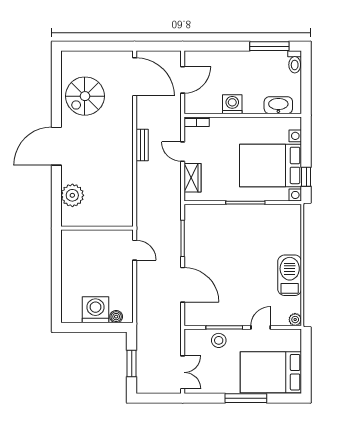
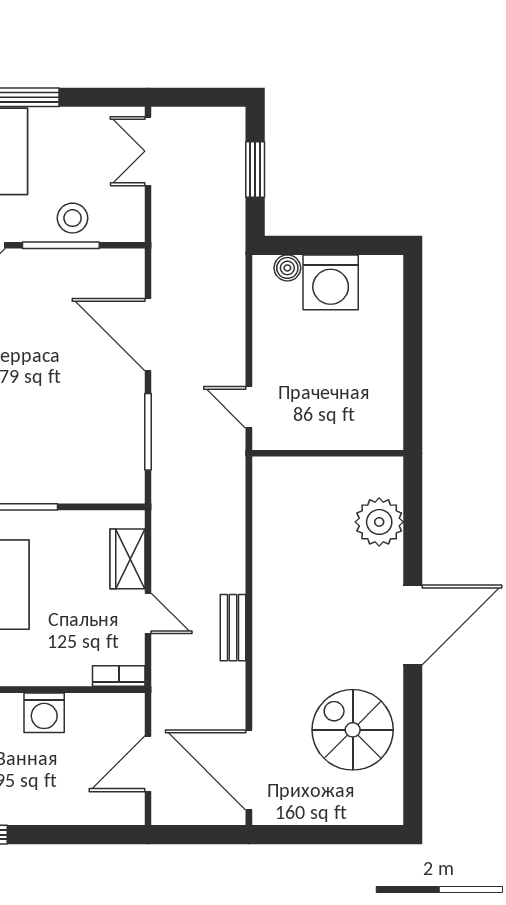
spiral stairs: (85, 96) -> (353, 730), turned -90

